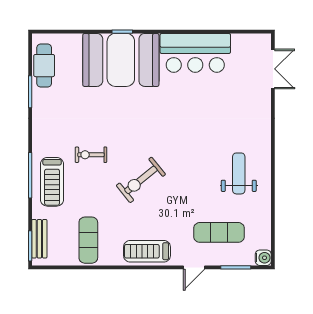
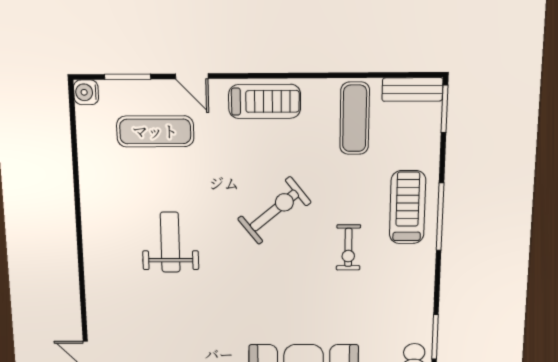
exercise bike: (91, 155) -> (348, 247), turned 90
weight bench: (239, 173) -> (170, 242), moved, turned 180
bench: (39, 239) -> (412, 89), moved, turned 90
door: (194, 267) -> (192, 76), swing flipped

